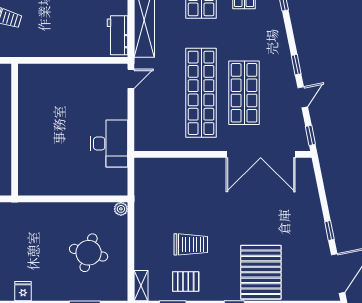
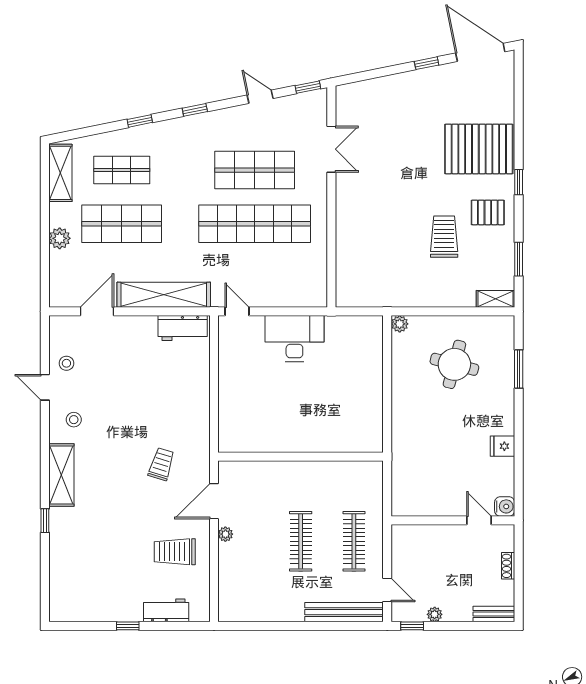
window: (296, 65) -> (195, 110), moved
desk: (109, 144) -> (294, 339), moved
double door: (261, 154) -> (331, 149), width x0.54
pallet: (186, 281) -> (488, 212), moved, turned 90

